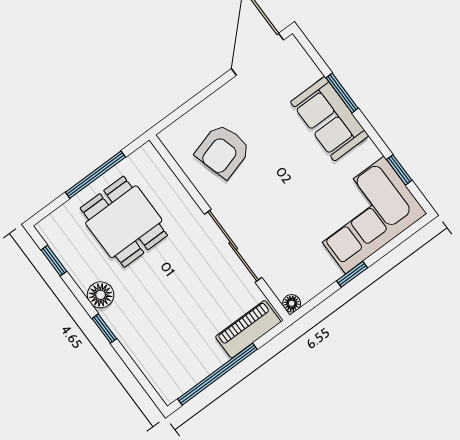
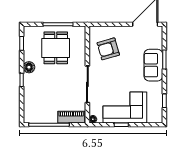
corner sofa: (365, 215) -> (125, 107), moved

